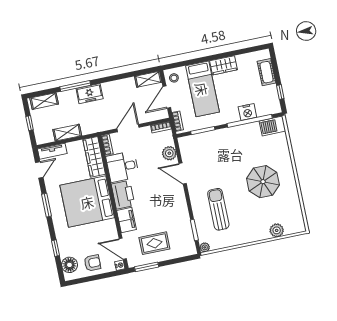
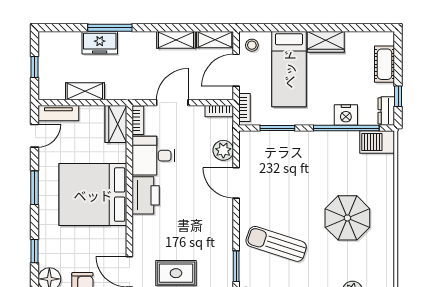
freezer: (90, 94) -> (100, 43), moved
shelving: (44, 101) -> (176, 40), moved
dresser: (274, 104) -> (386, 111), added
wardrobe: (94, 157) -> (116, 124), width x0.67
sun lounger: (218, 209) -> (276, 244), turned -72
filing cabinet: (127, 220) -> (143, 232), removed

